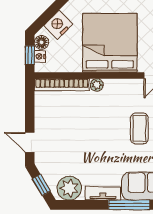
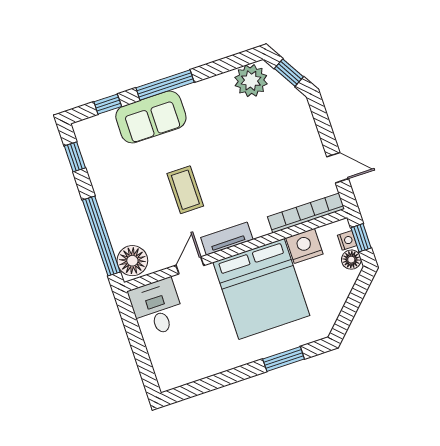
nightstand: (58, 25) -> (304, 246), moved, turned -135
plant: (97, 85) -> (260, 228), removed
door: (30, 142) -> (338, 168), moved
tv unit: (103, 193) -> (227, 239), moved, turned 180

